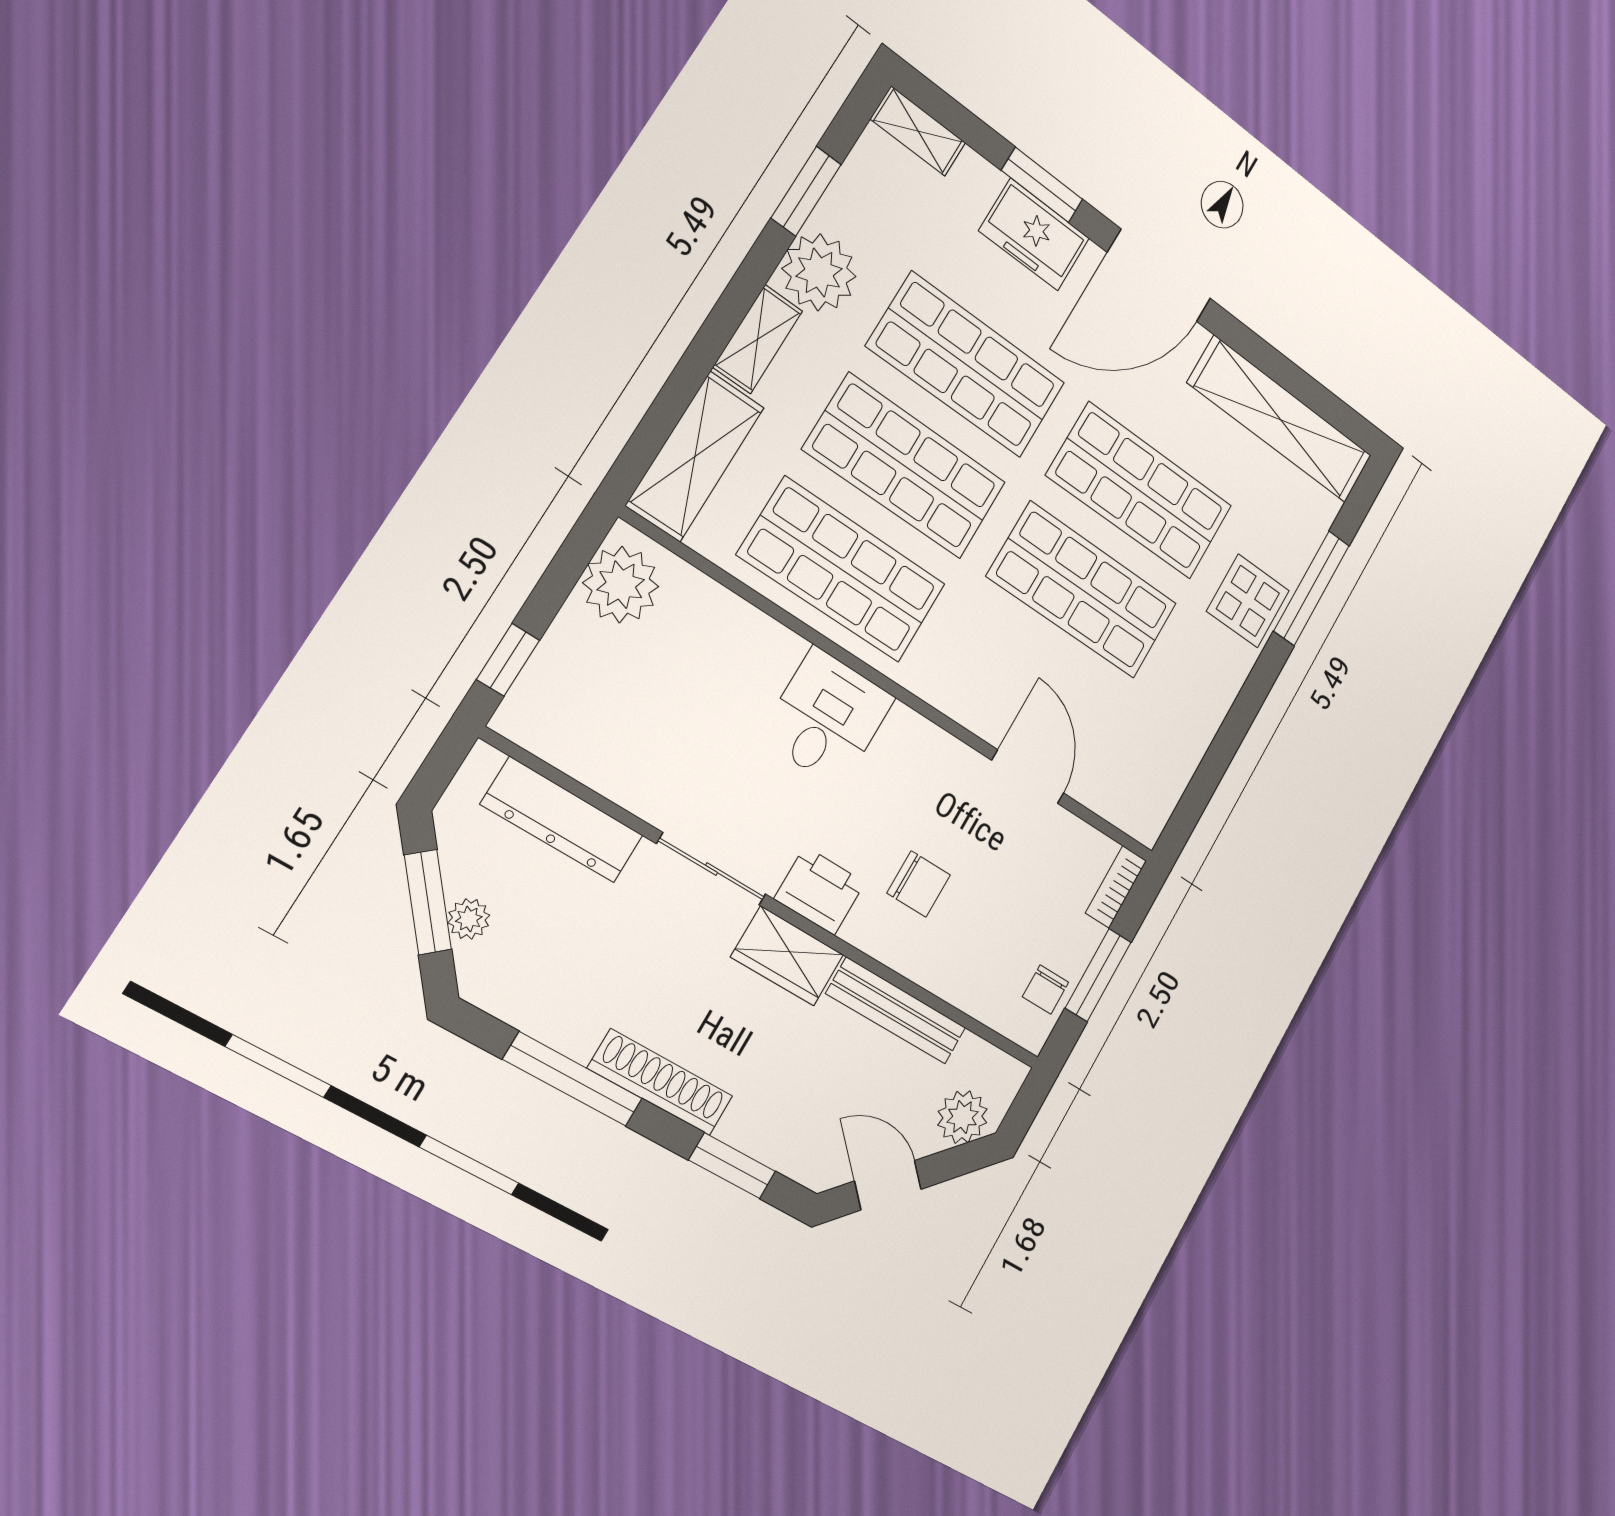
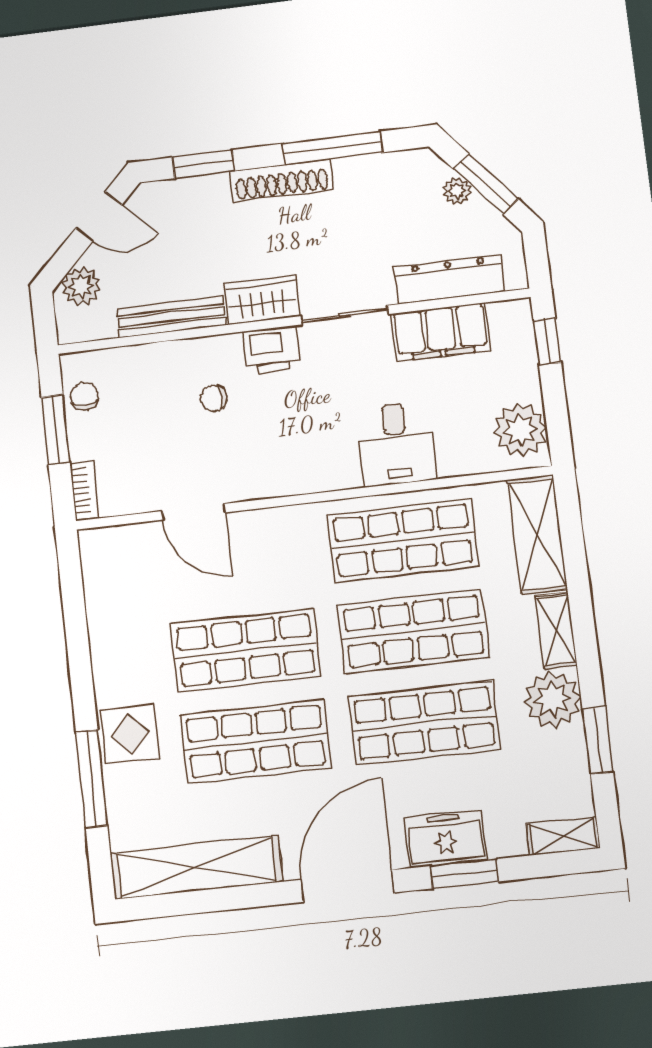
desk: (827, 718) -> (396, 444), moved
filing cabinet: (620, 766) -> (441, 332), added
chair: (919, 884) -> (214, 398), width x0.73, depth x0.73

